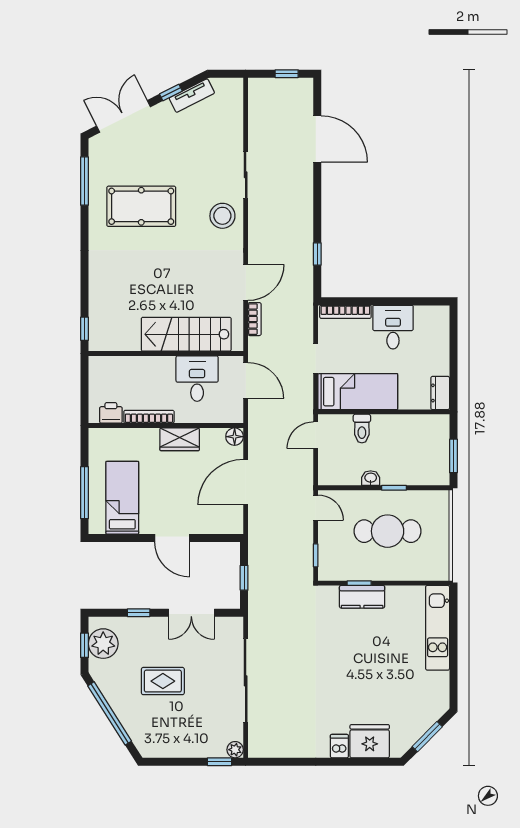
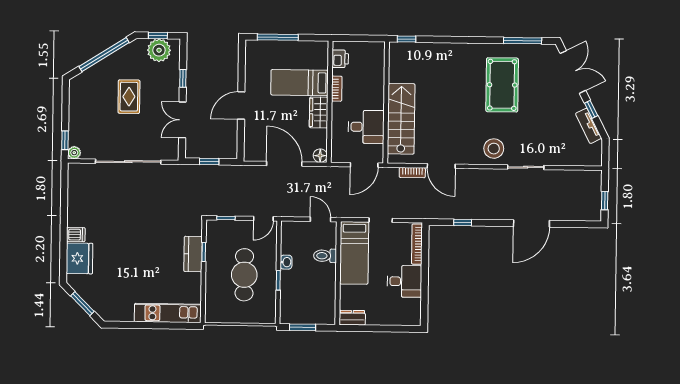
door: (317, 139) -> (531, 224), moved
bookcase: (149, 417) -> (337, 89), width x0.64
bed: (122, 498) -> (300, 83), moved, turned 180

